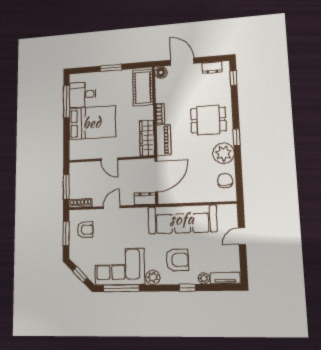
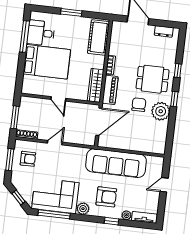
floor lamp: (161, 72) -> (117, 27), removed
window: (233, 78) -> (178, 71), moved
chair: (225, 181) -> (139, 105), moved
dresser: (145, 199) -> (86, 140), removed

